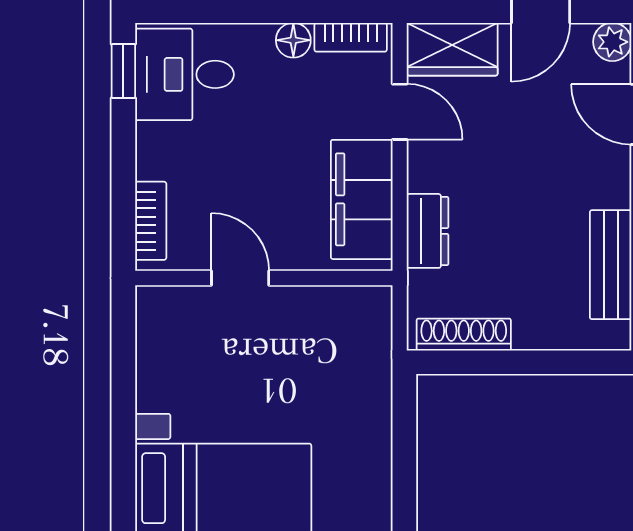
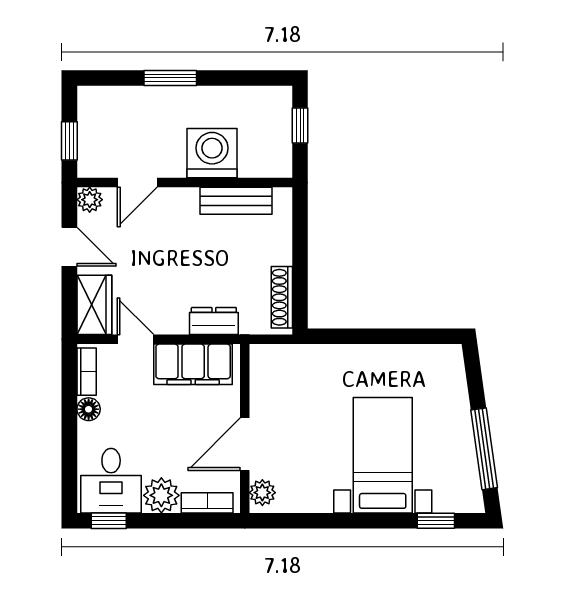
door: (400, 112) -> (135, 339), hinge flipped
plant: (162, 151) -> (161, 495), added
door: (240, 278) -> (245, 444), width x1.38
plant: (166, 305) -> (262, 493), added

